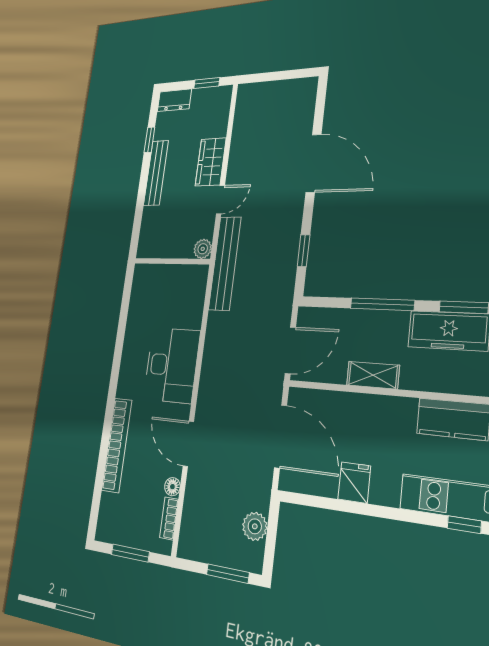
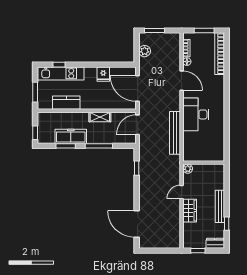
door: (313, 163) -> (137, 224), moved
bench: (225, 263) -> (175, 133), moved
bookcase: (117, 445) -> (220, 54), moved

